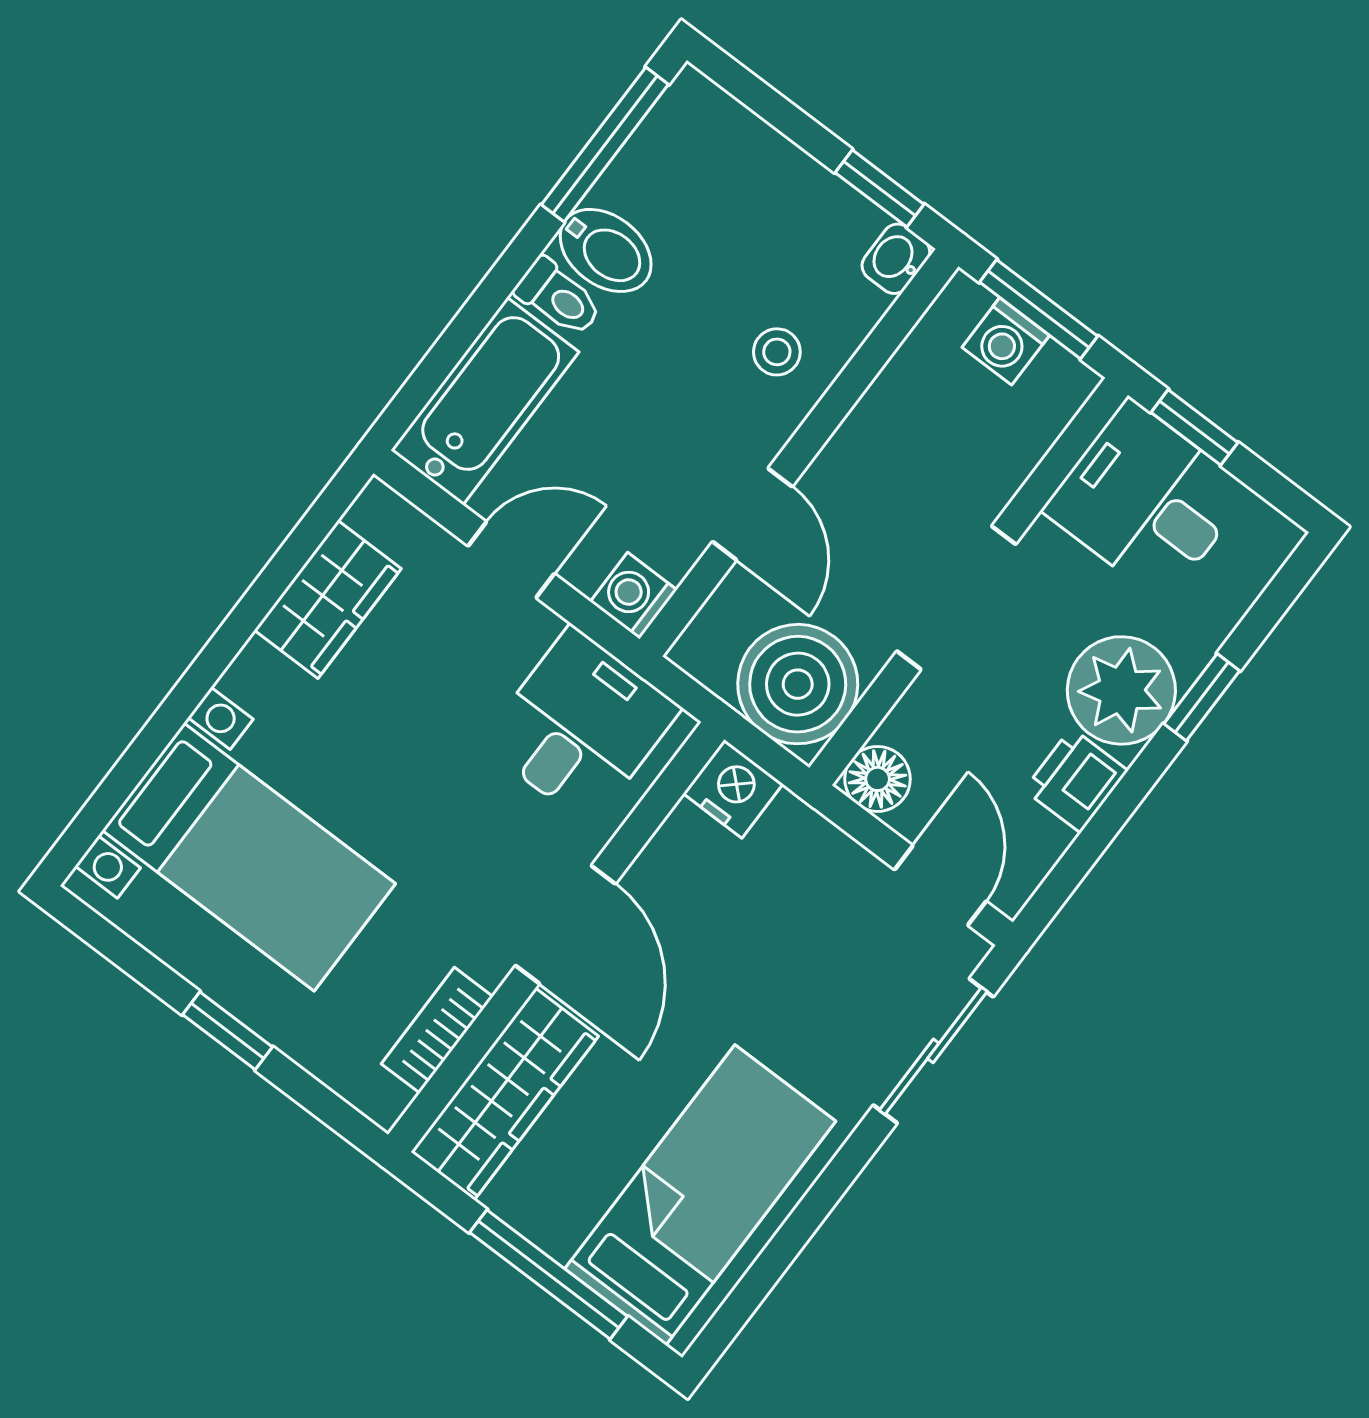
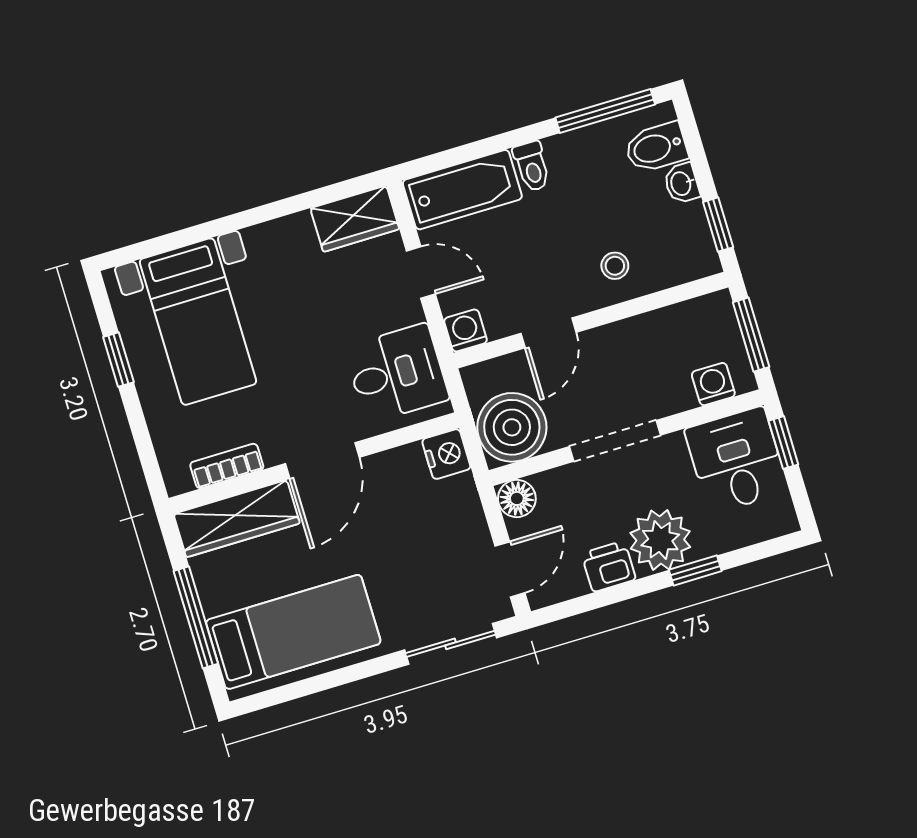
bidet: (606, 250) -> (656, 147), moved, turned 90
washbasin: (896, 259) -> (682, 183), moved, turned -90
washing machine: (1006, 341) -> (713, 384), moved, turned 90
wardrobe: (328, 599) -> (355, 219), moved
window: (227, 1031) -> (118, 360), moved

